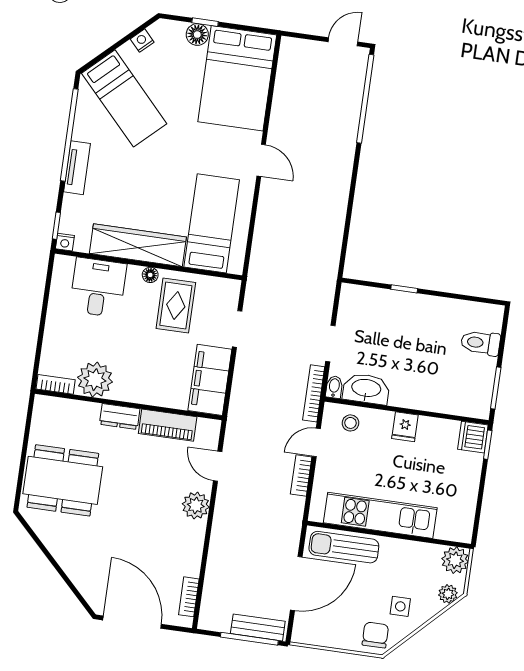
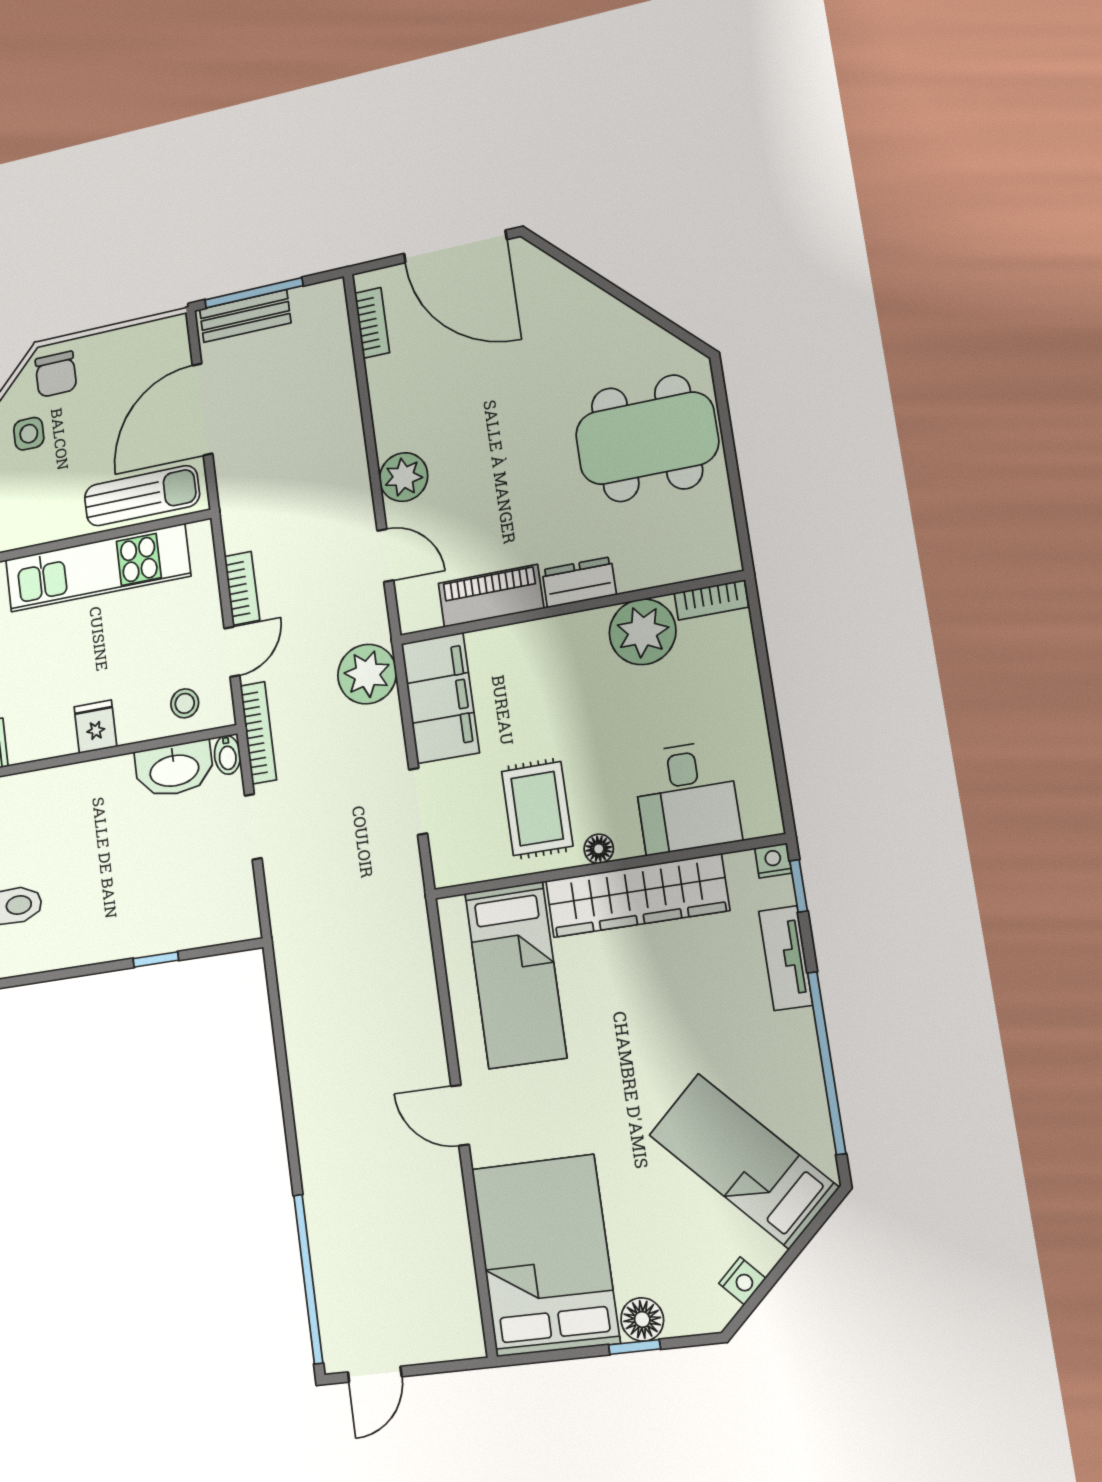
tv unit: (77, 168) -> (786, 958), moved
plant: (245, 406) -> (367, 674), added

